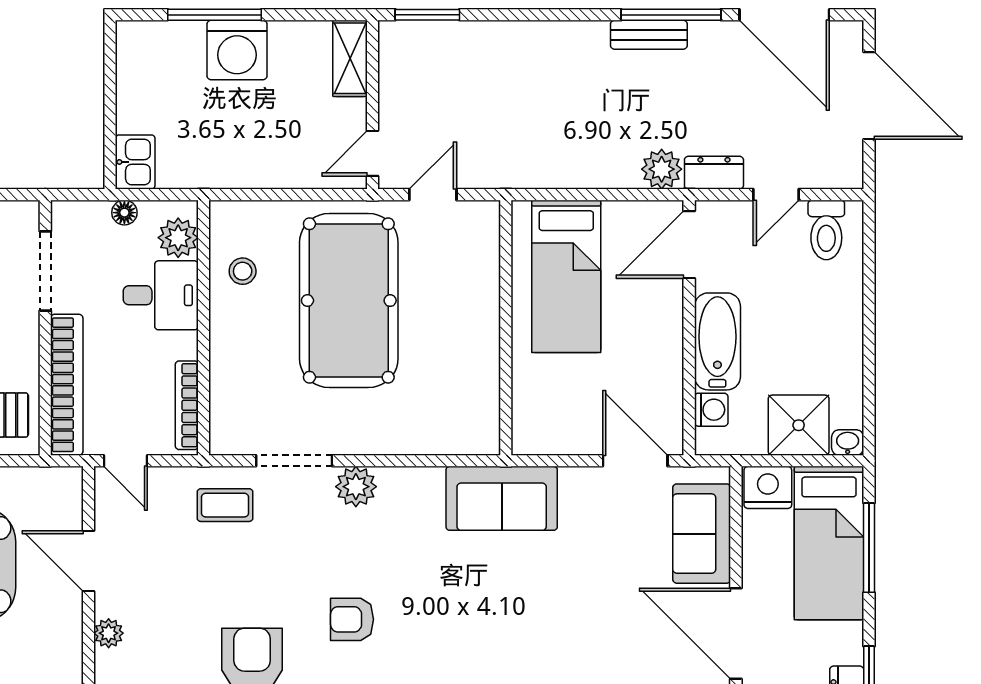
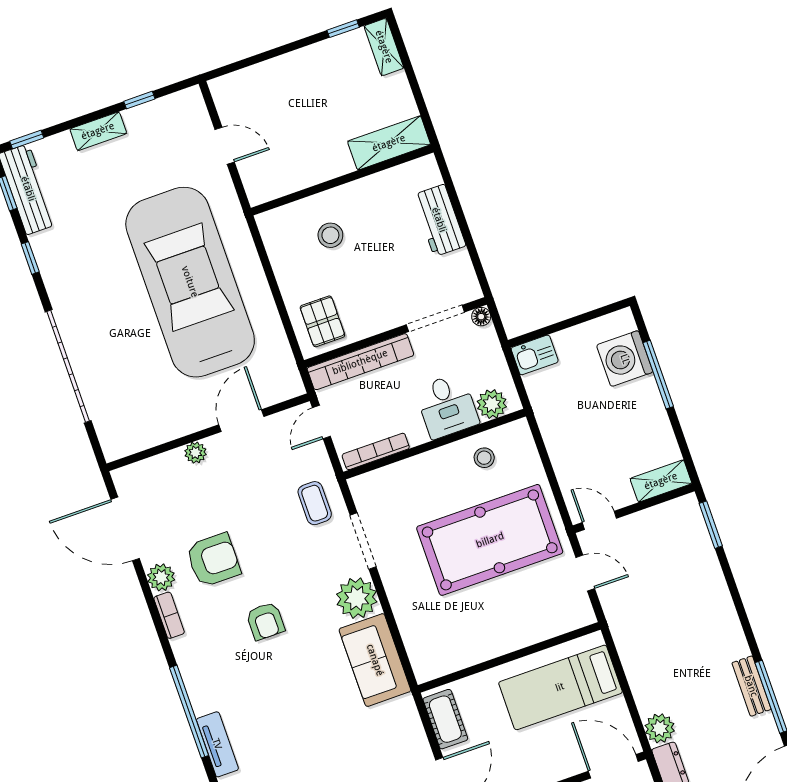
washing machine: (237, 50) -> (625, 359), moved
floor lamp: (124, 213) -> (481, 317), moved
cot: (555, 436) -> (445, 719), added
plant: (356, 487) -> (357, 598), width x1.36, depth x1.36
sofa: (502, 498) -> (375, 660), moved
armchair: (352, 619) -> (265, 621), turned 180

